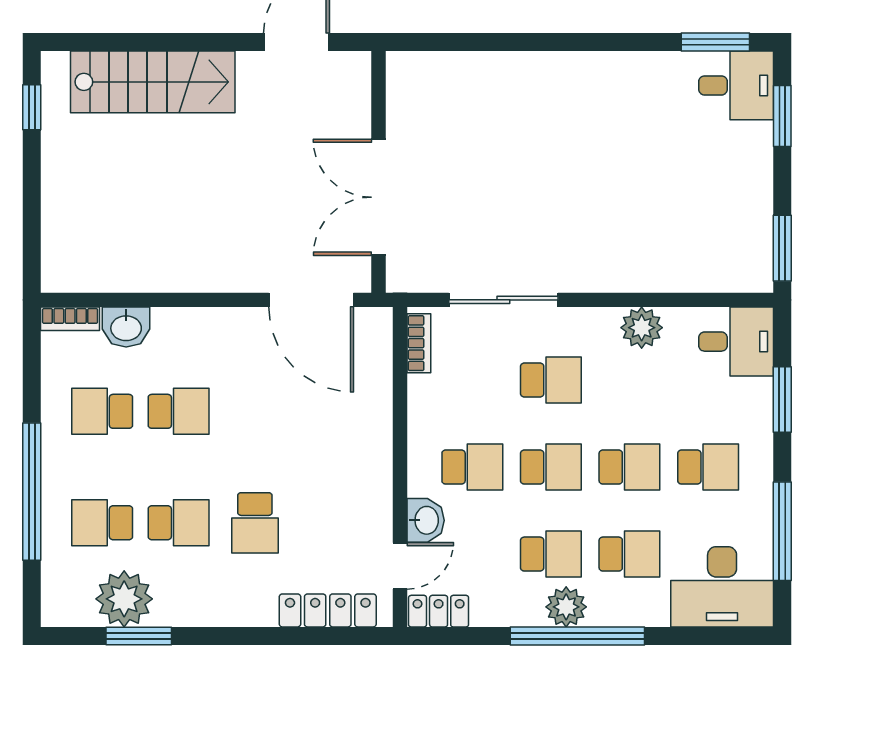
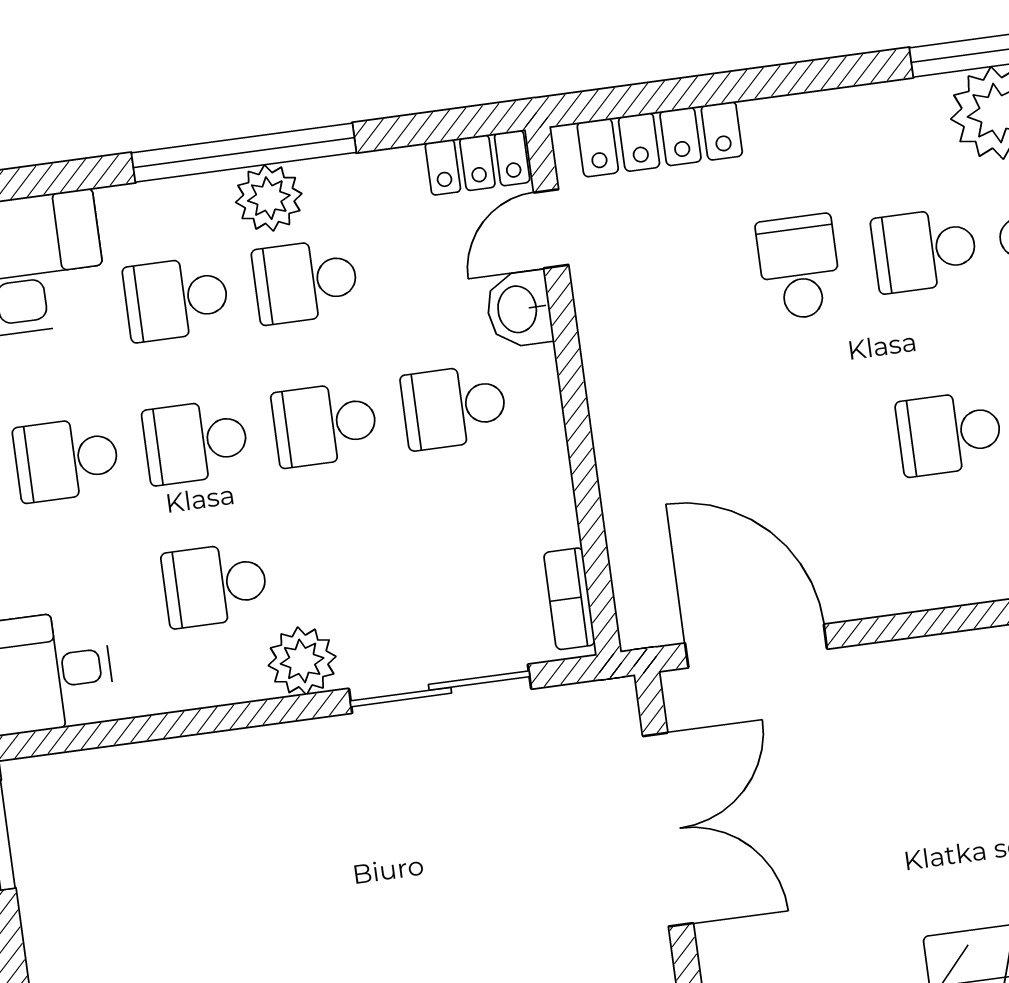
plant: (642, 328) -> (302, 661), moved
school desk: (551, 380) -> (215, 585), moved

